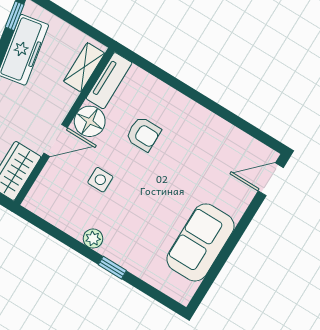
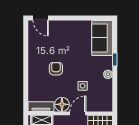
armchair: (143, 134) -> (56, 69), moved
door: (56, 140) -> (78, 113), hinge flipped
sofa: (200, 242) -> (102, 38), moved, turned 90

